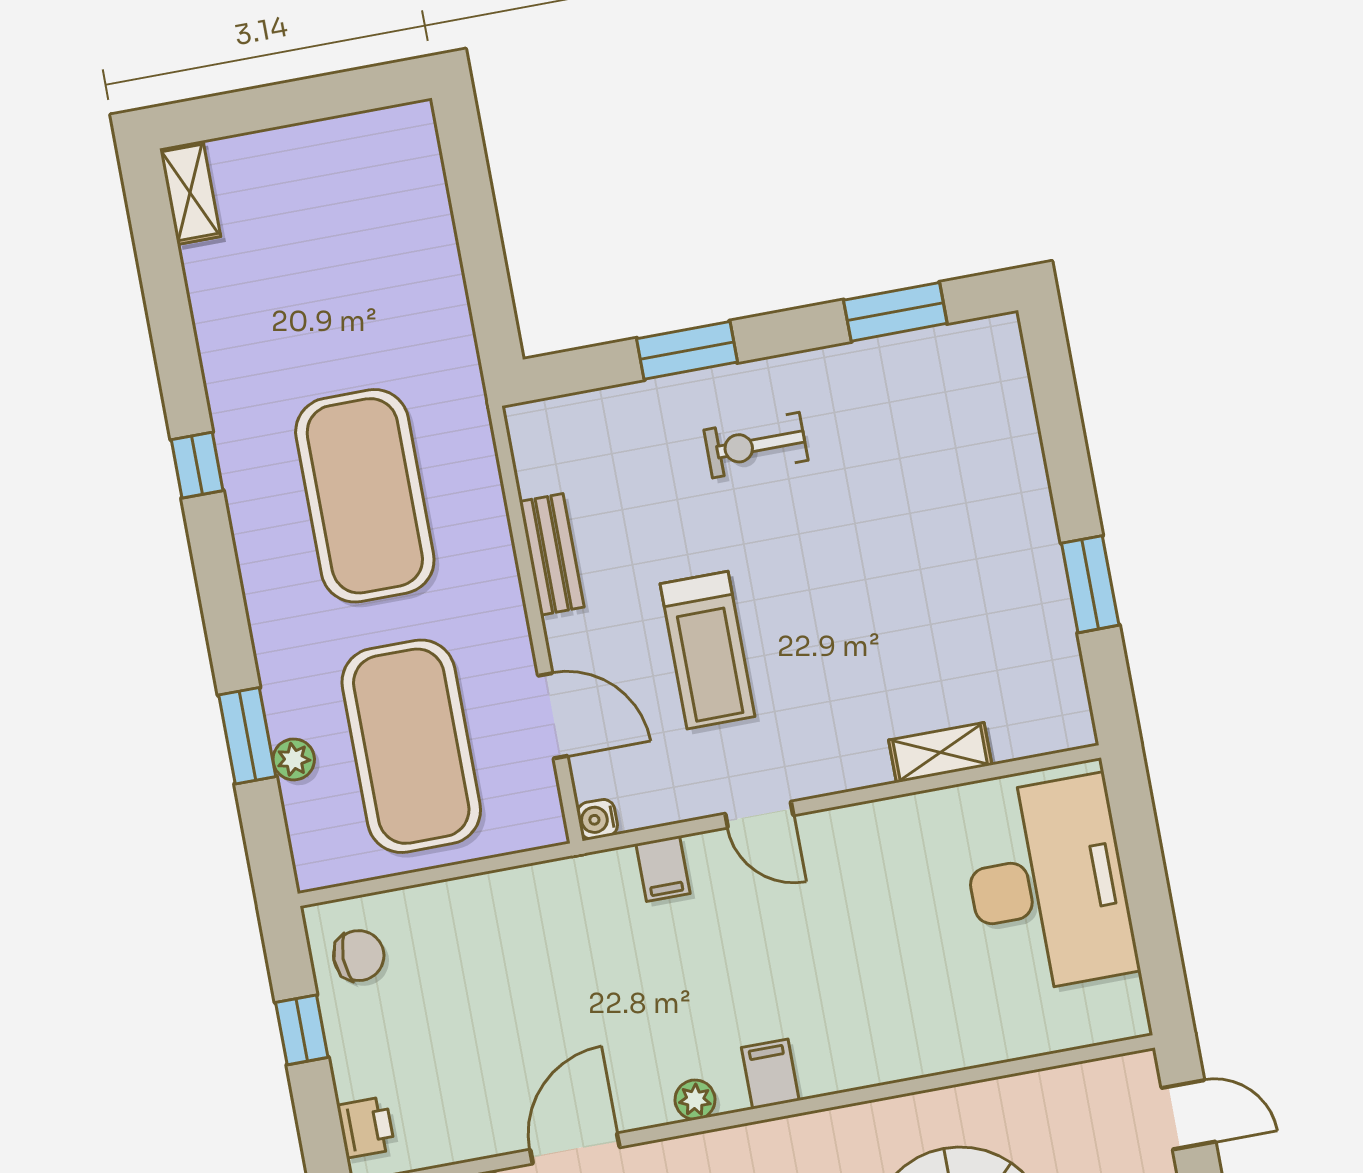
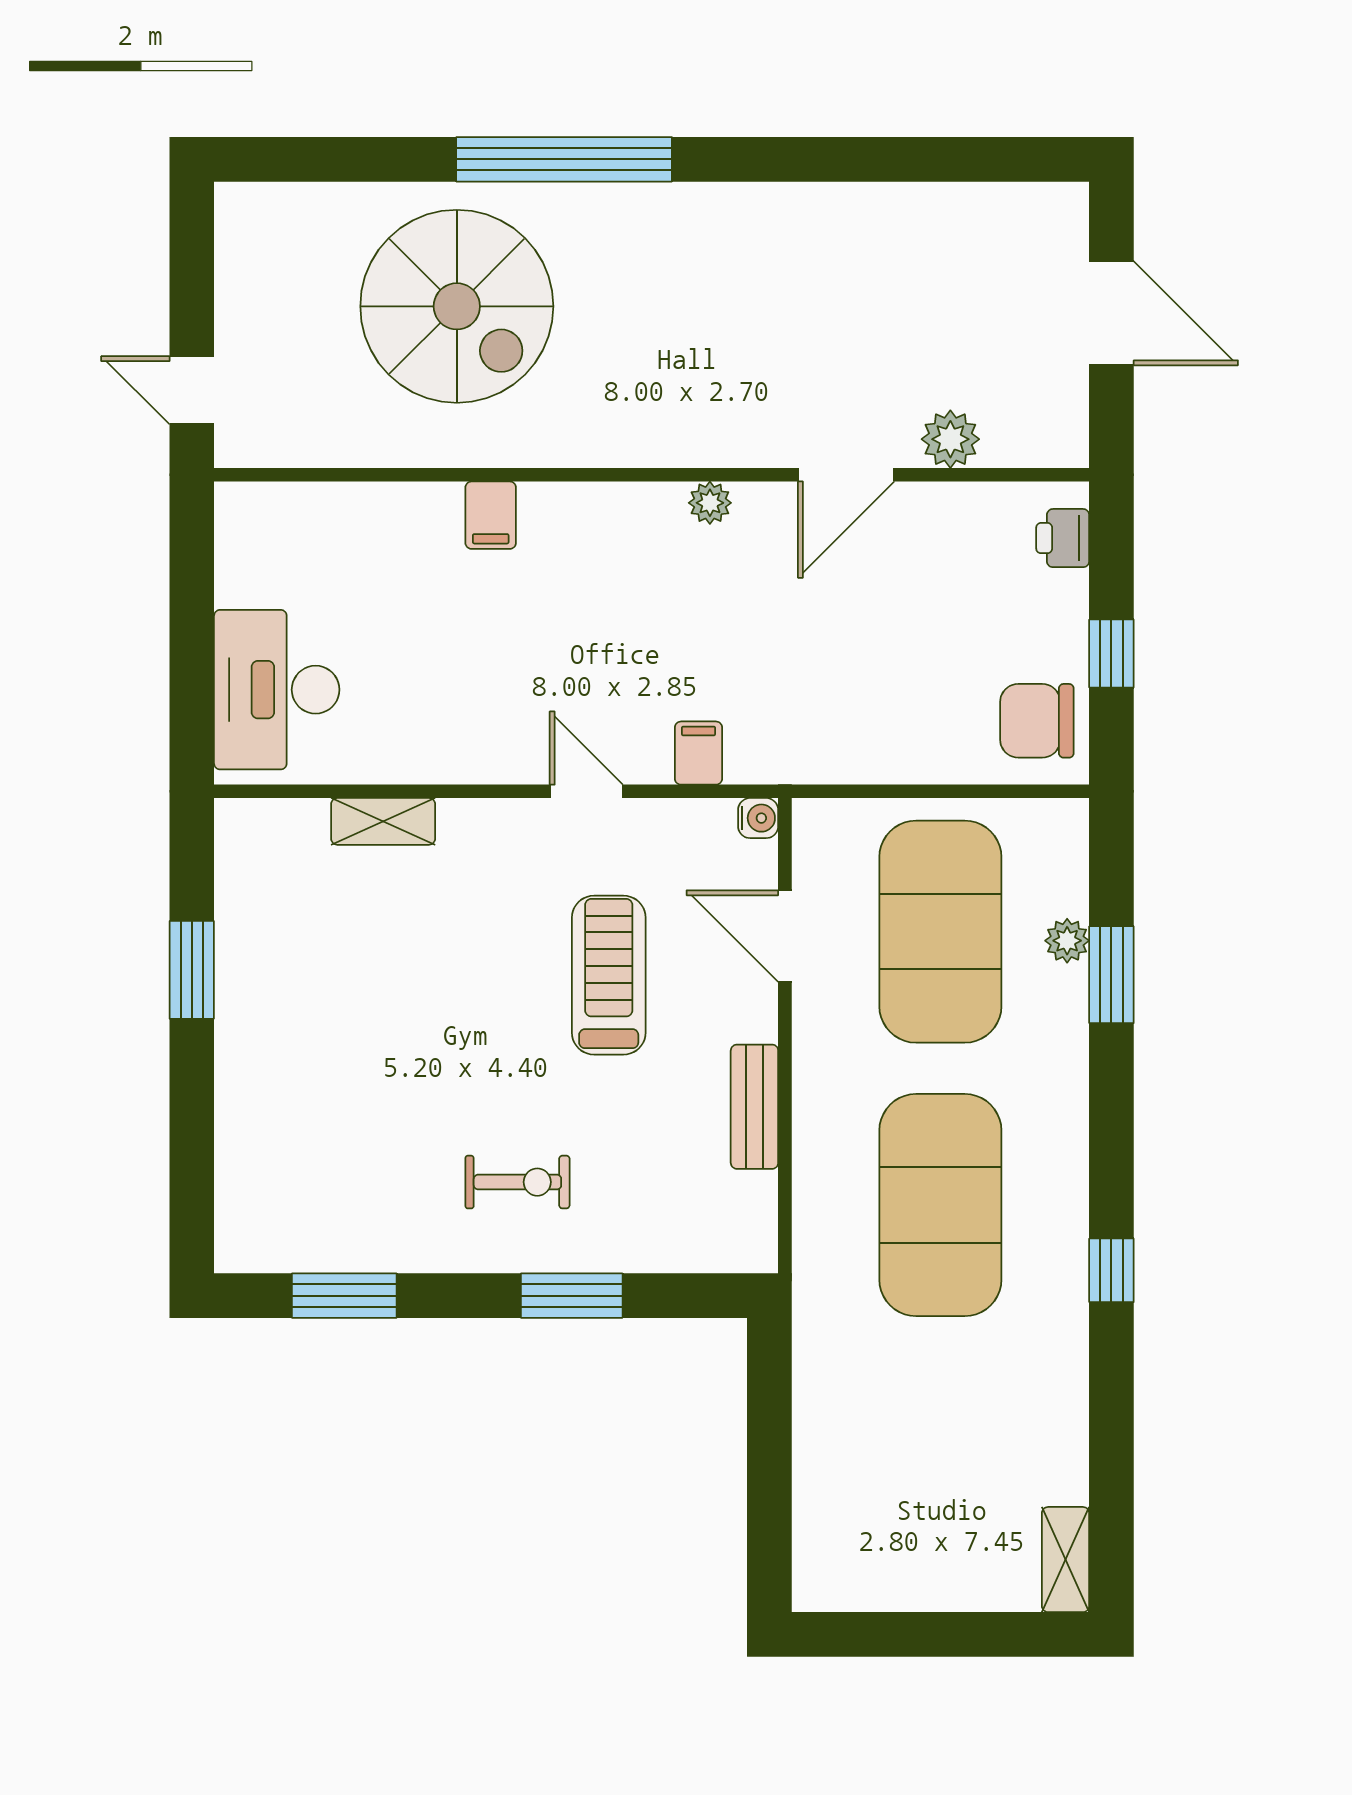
desk: (1048, 885) -> (277, 690), width x0.73, depth x0.77
chair: (359, 956) -> (1037, 721), width x1.37, depth x1.37
filing cabinet: (770, 1074) -> (491, 515), moved

